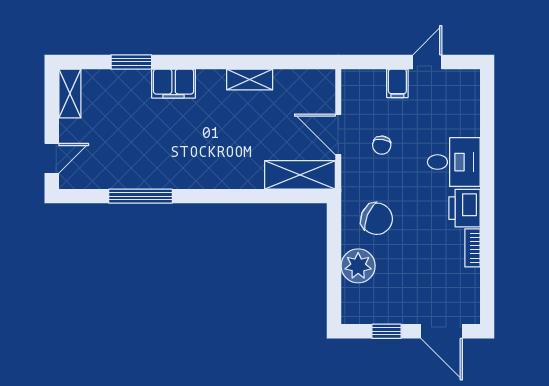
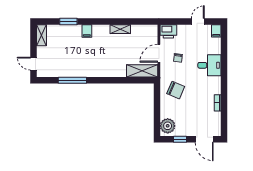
filing cabinet: (397, 83) -> (216, 31), moved
filing cabinet: (174, 84) -> (87, 31), width x0.50
door: (338, 134) -> (159, 53), hinge flipped
door: (52, 158) -> (34, 64), swing flipped
printer: (464, 208) -> (168, 31), moved, turned -90
plant: (358, 266) -> (168, 126), moved

